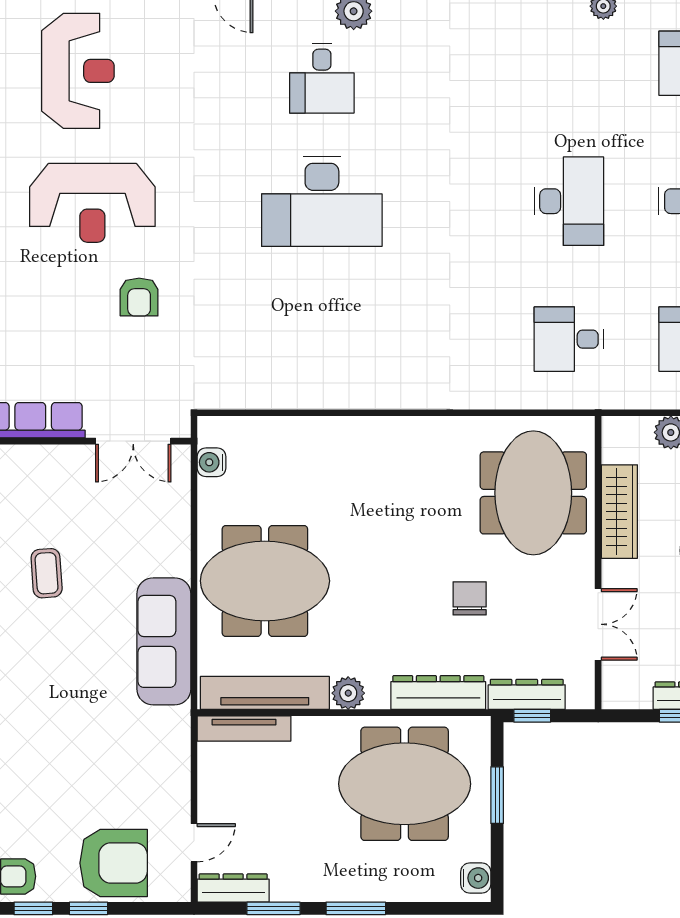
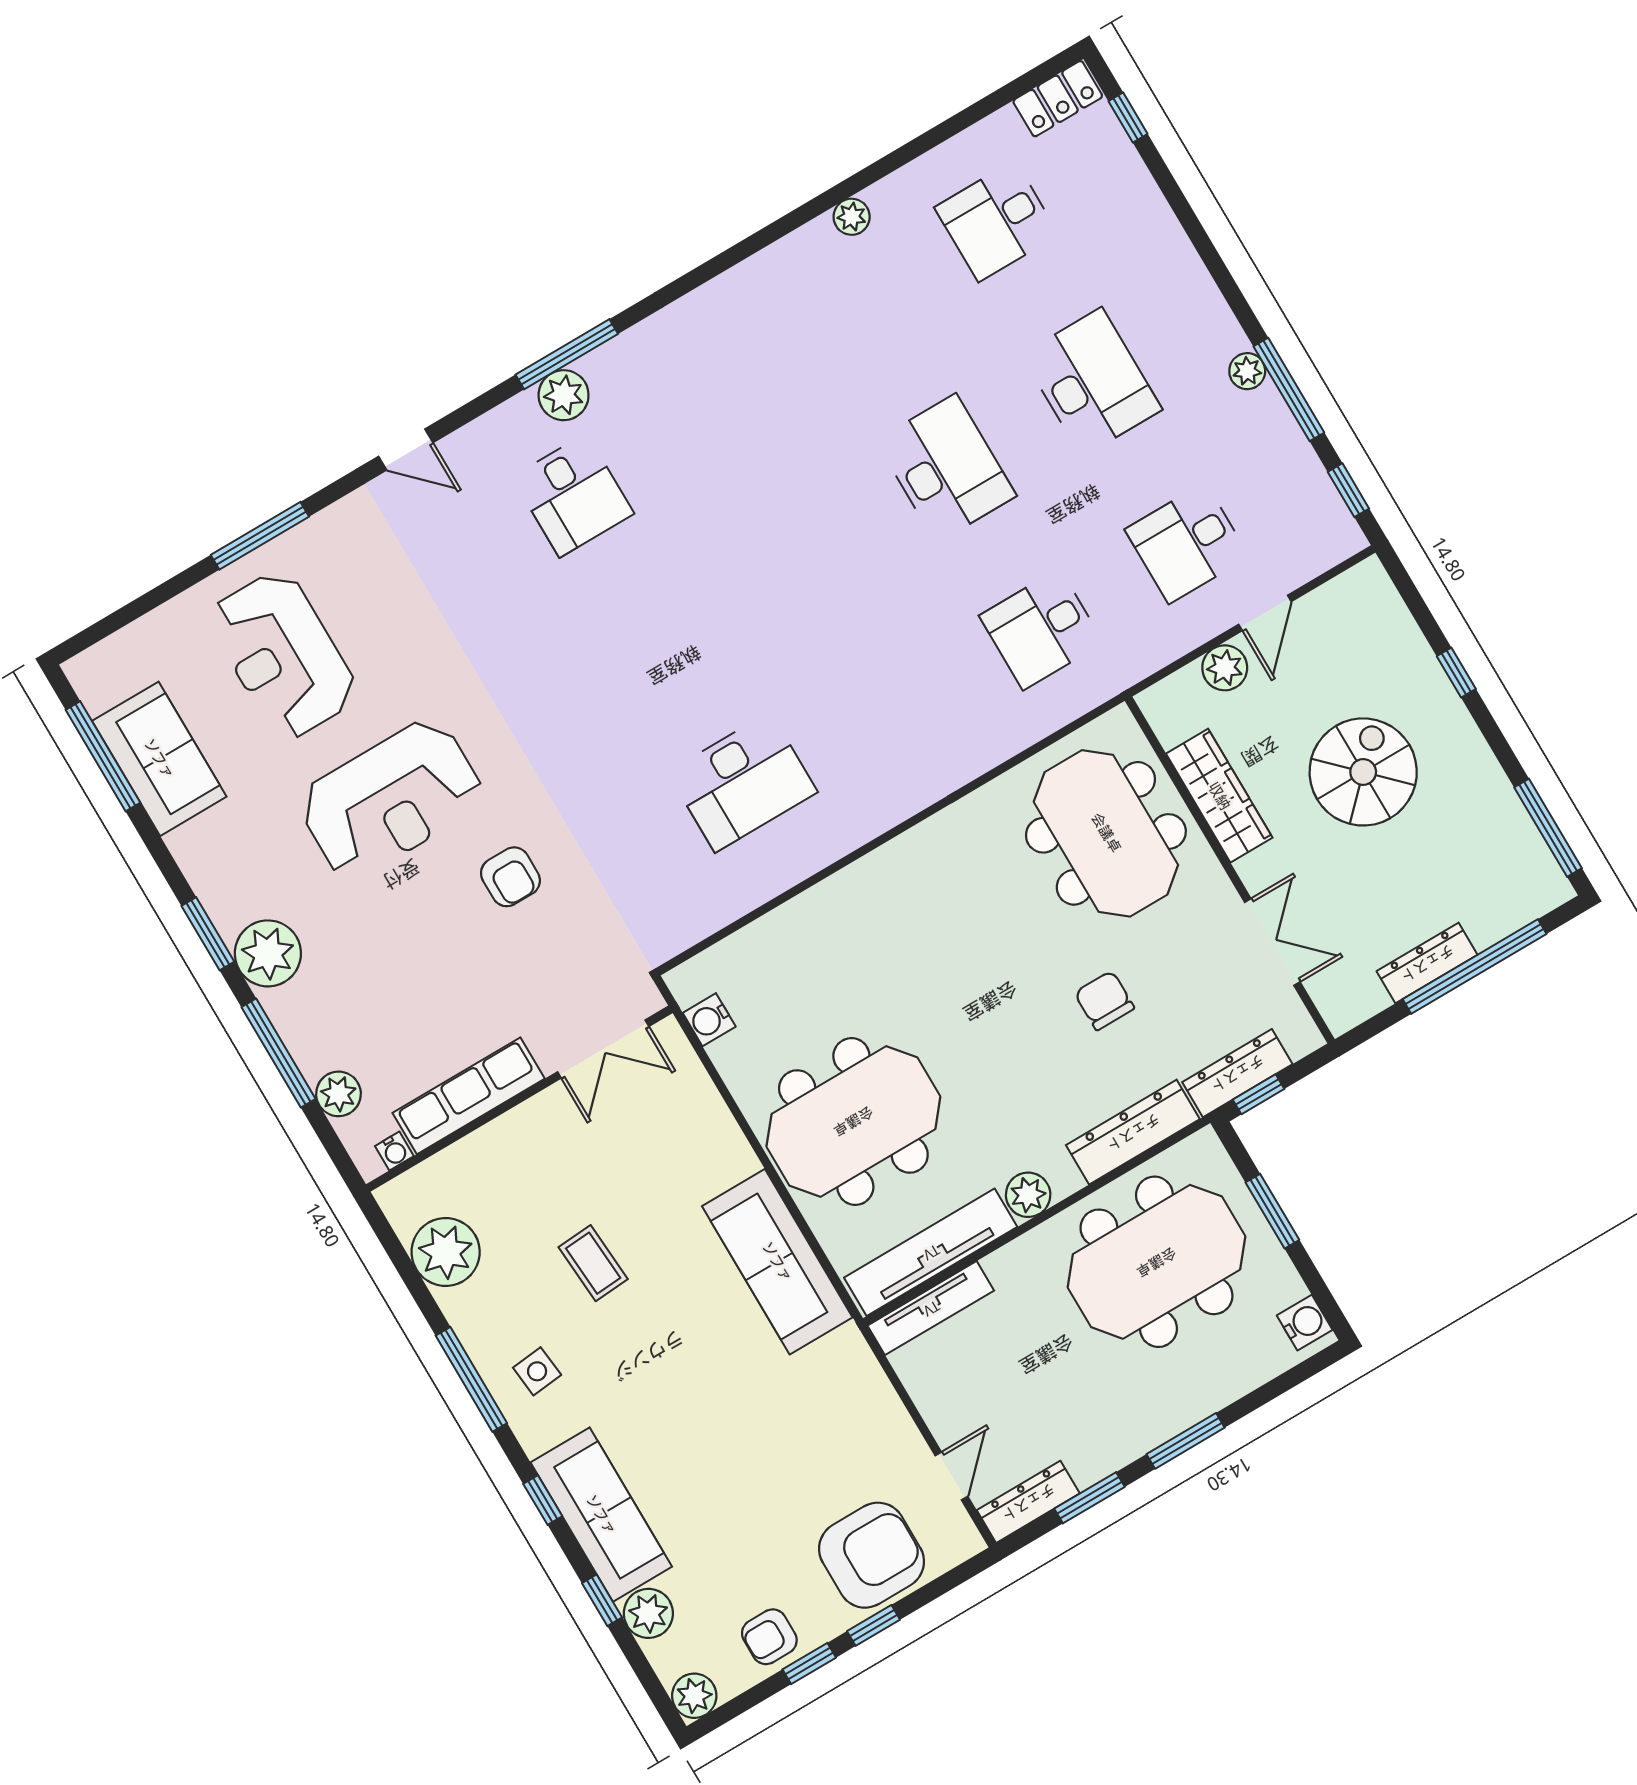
reception desk: (78, 71) -> (283, 655), turned 180
desk: (322, 201) -> (743, 782), moved, width x0.73, depth x0.77

